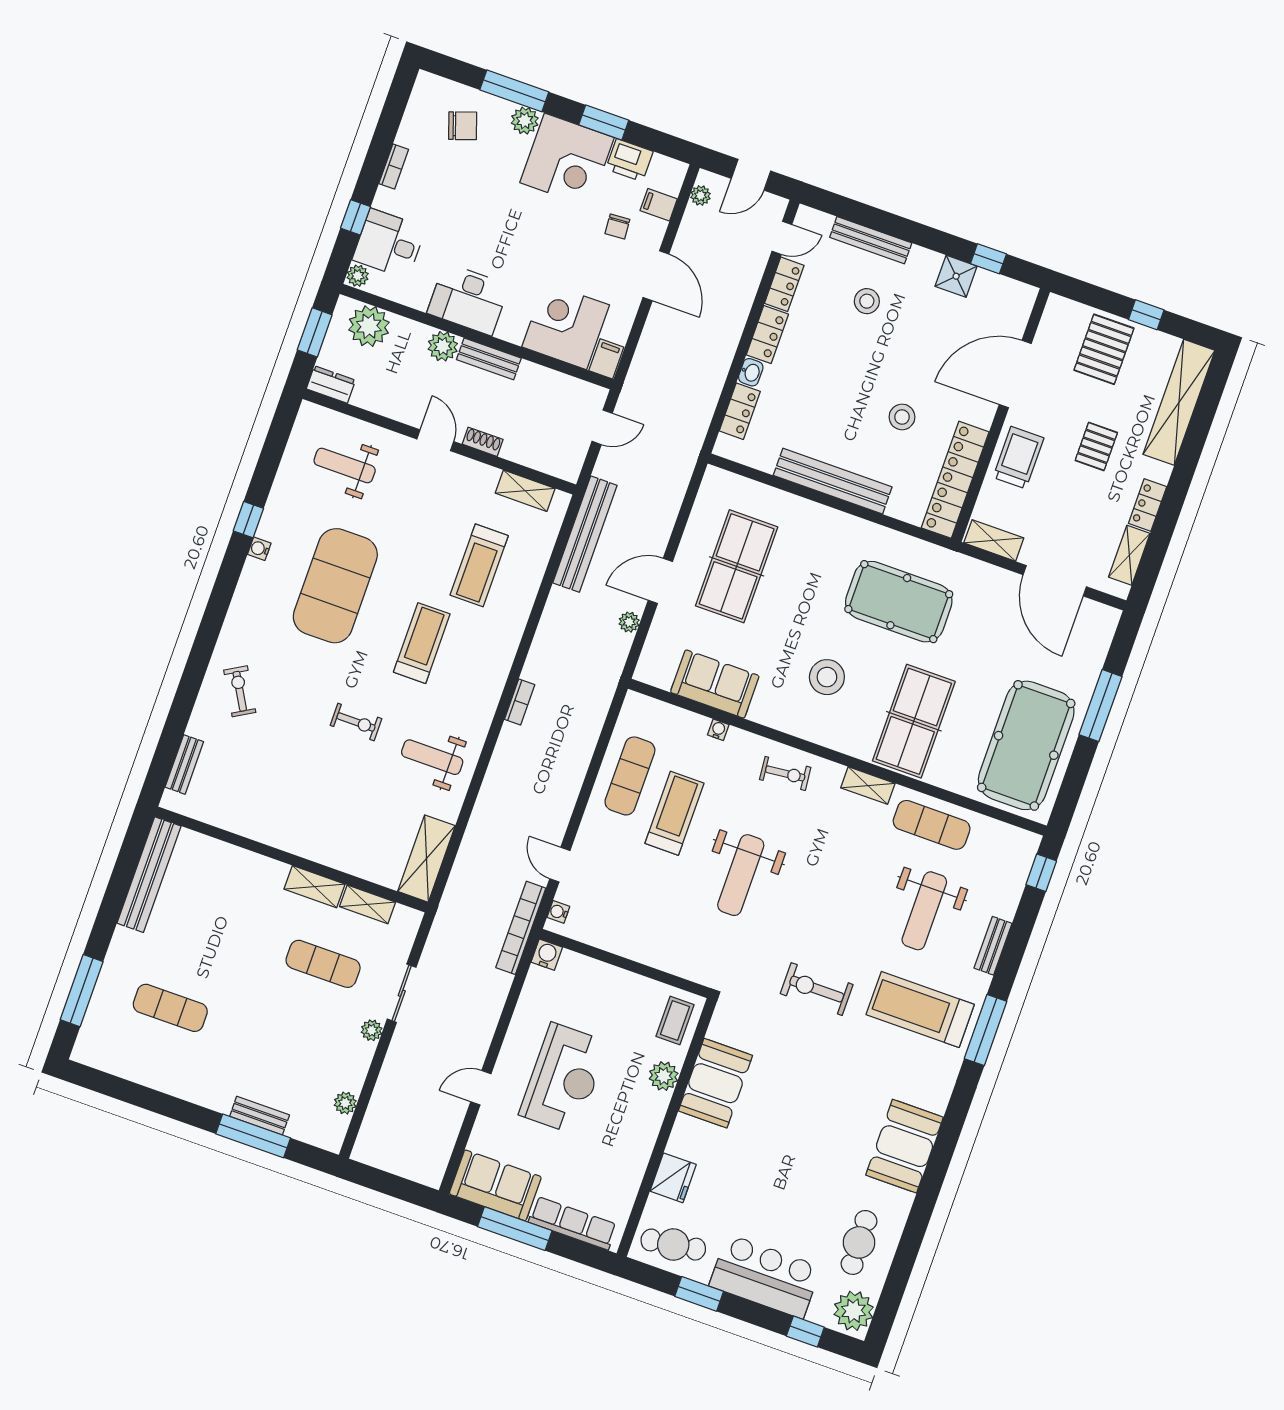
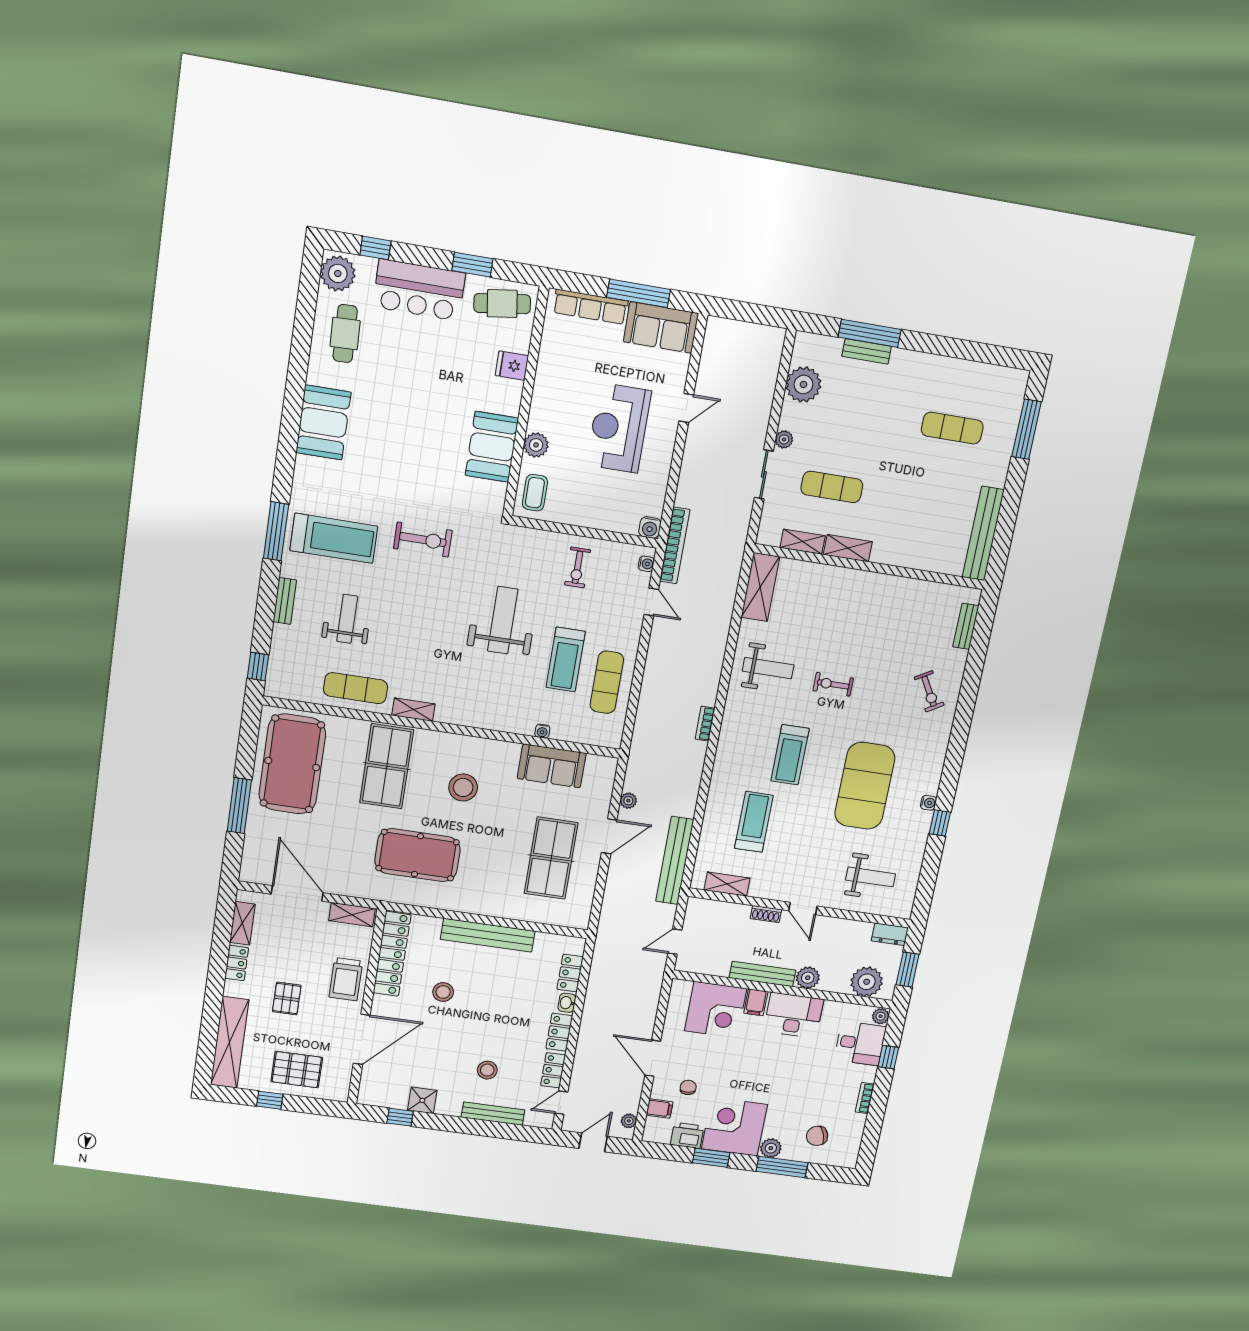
pallet: (1104, 349) -> (297, 1070), turned 90
bench: (489, 359) -> (762, 974), width x1.36
filing cabinet: (606, 359) -> (756, 1002), moved
exercise bike: (785, 773) -> (578, 567), moved, turned -84
weight bench: (924, 911) -> (347, 619), width x0.73, depth x0.75
plant: (345, 1103) -> (803, 384), width x1.88, depth x1.88
fridge: (673, 1178) -> (512, 366), width x0.72

